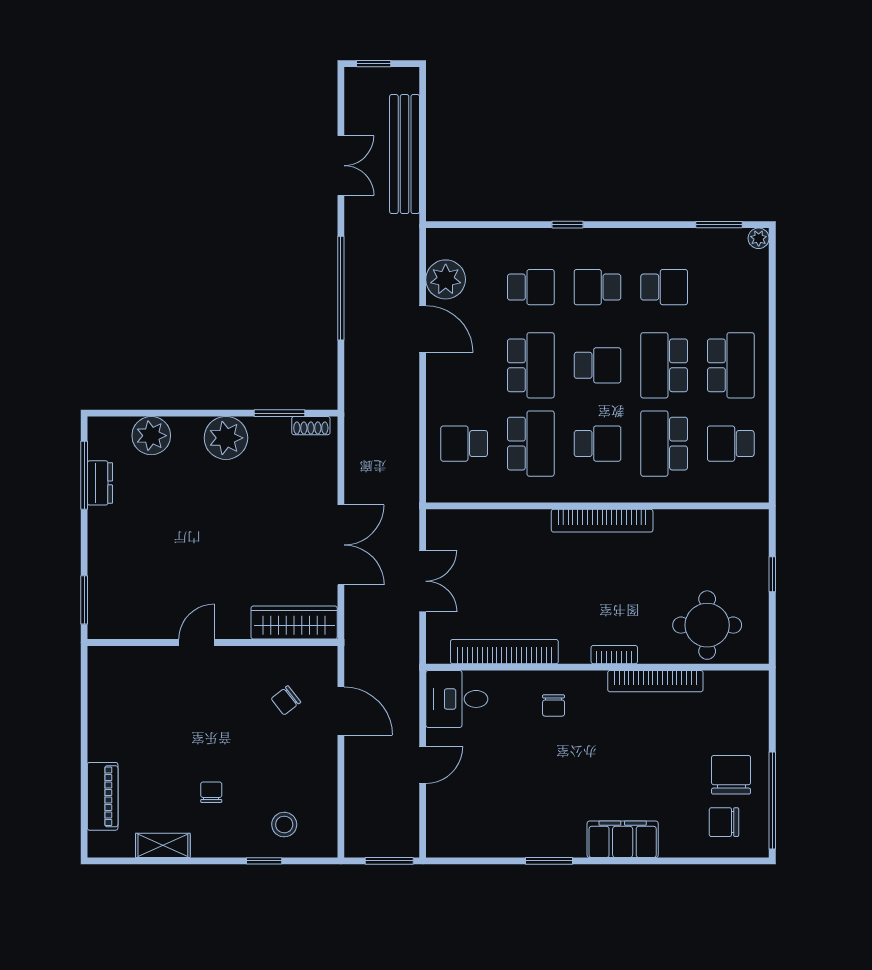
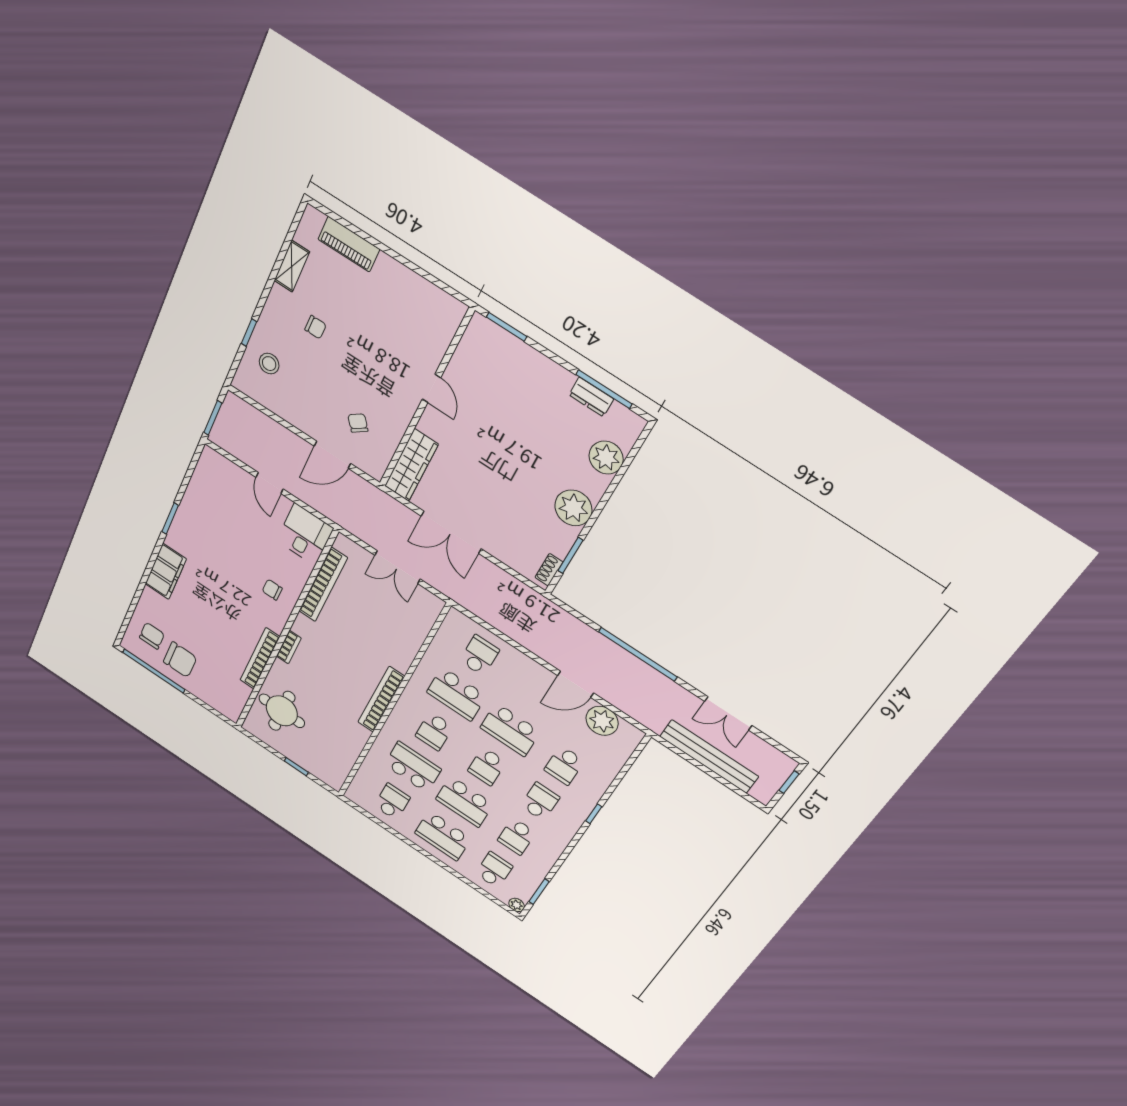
school desk: (731, 287) -> (494, 870), added
school desk: (664, 365) -> (465, 802), turned 180

